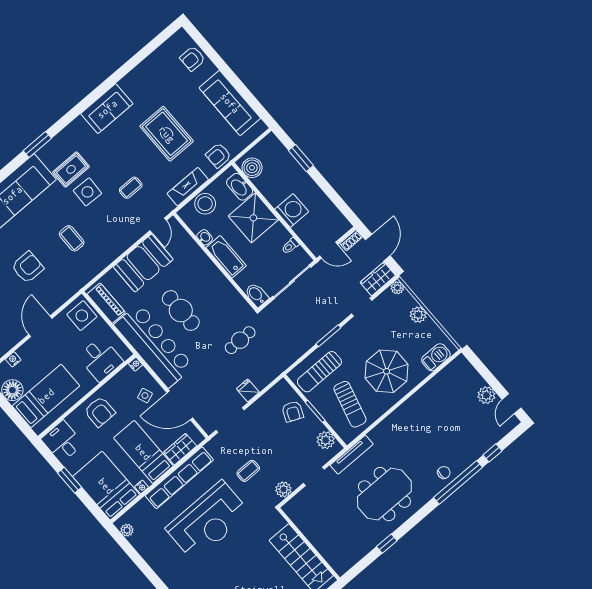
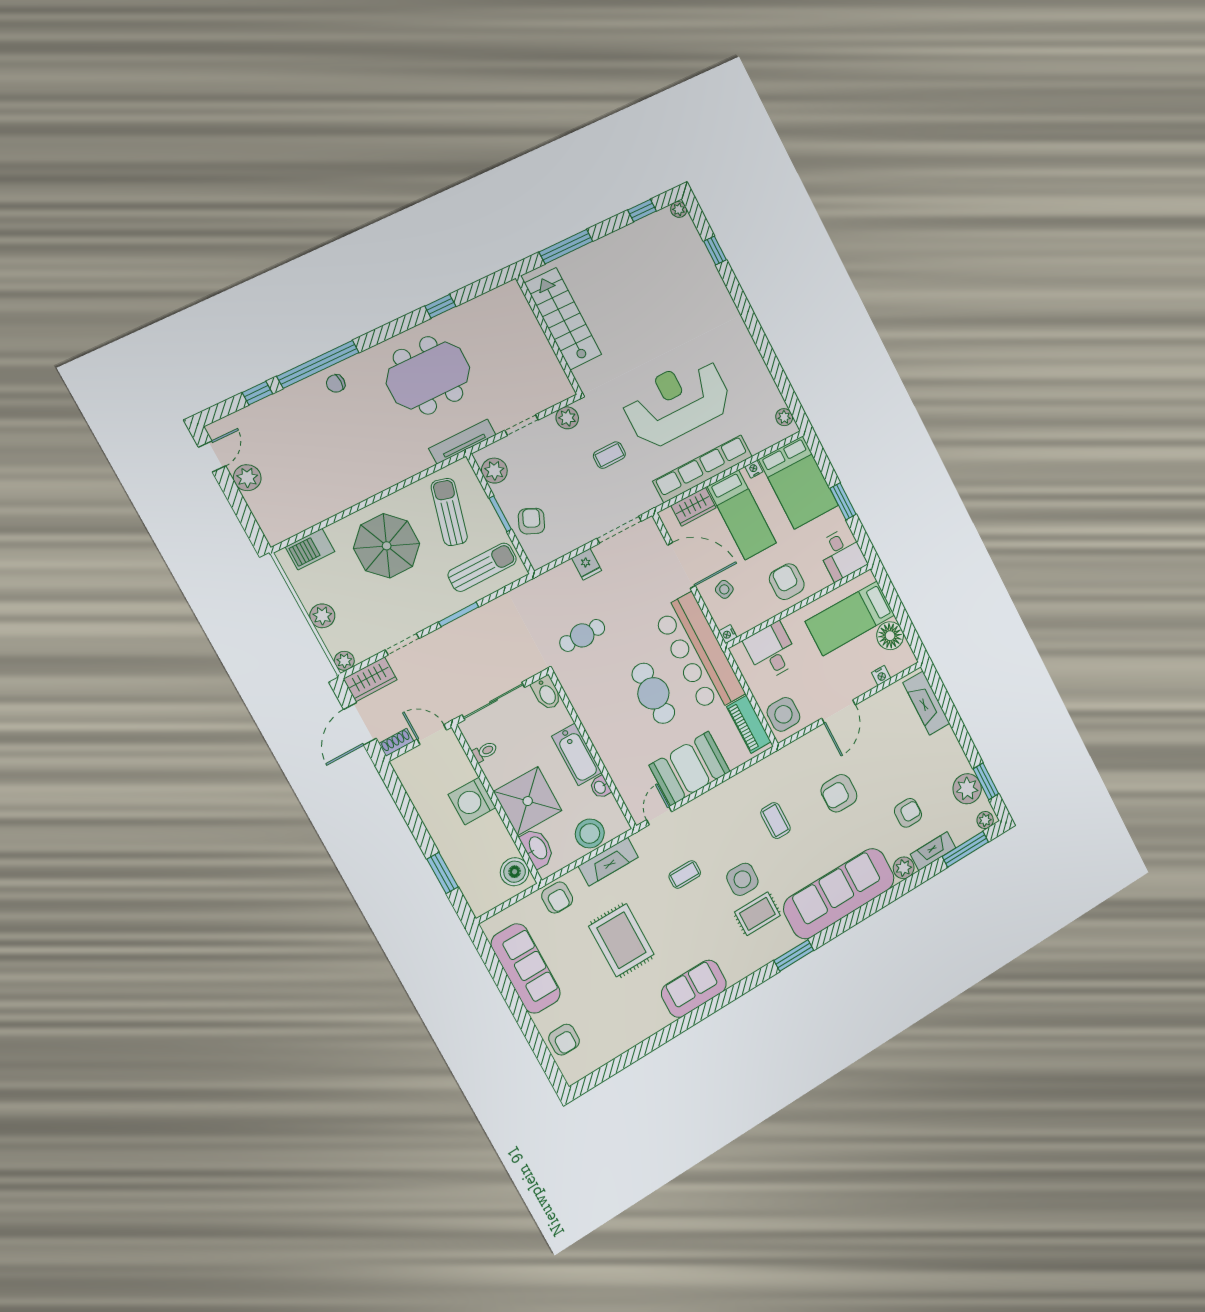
armchair: (192, 59) -> (564, 1040), turned 90
armchair: (218, 155) -> (557, 898), turned 90

